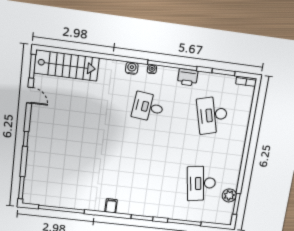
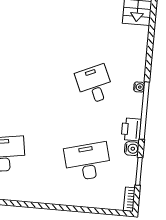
water cooler: (132, 68) -> (132, 149), moved
desk: (148, 107) -> (95, 84), turned -30

